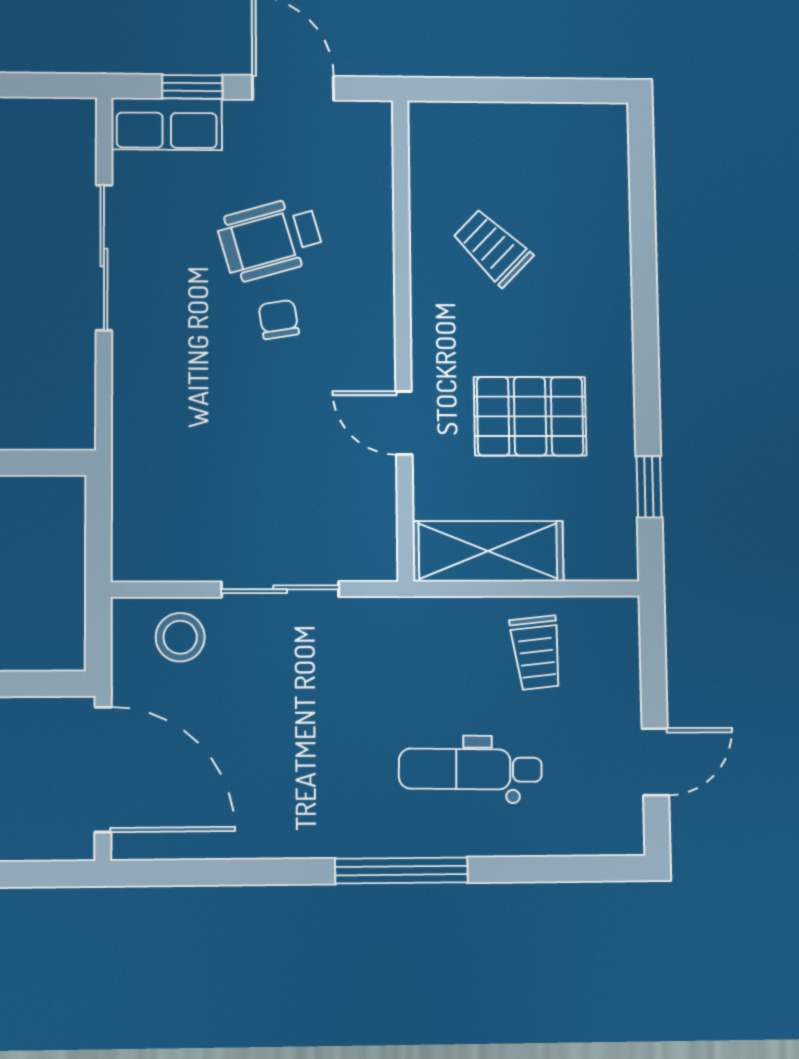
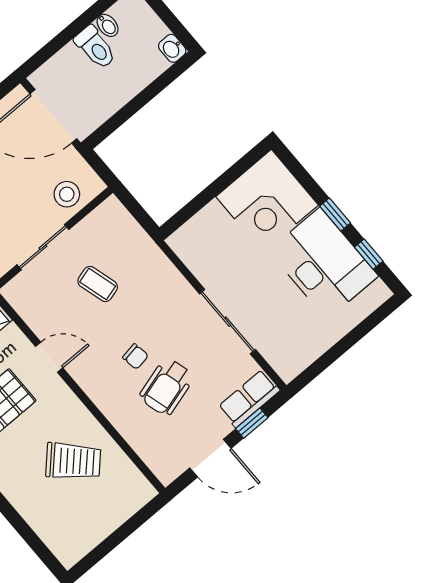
wheelchair: (270, 239) -> (167, 387), turned 180
trolley: (492, 247) -> (73, 461), width x1.36, depth x1.39
coffee table: (245, 469) -> (98, 284), added

